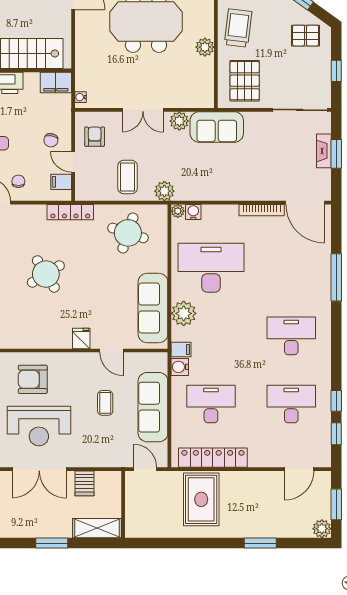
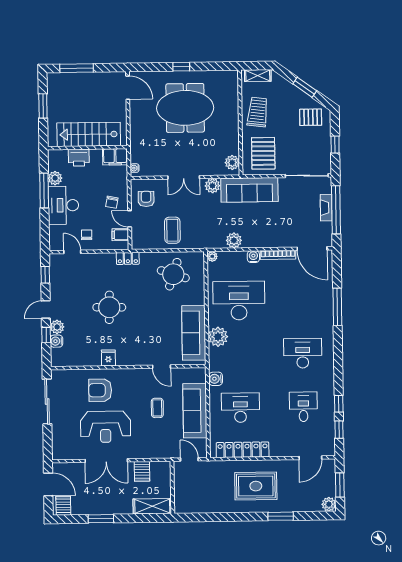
plant: (205, 47) -> (232, 163), moved
sofa: (217, 127) -> (249, 190), width x1.36
window: (336, 154) -> (336, 210), width x2.11
plant: (164, 191) -> (234, 240), moved
locker: (70, 212) -> (128, 258), width x0.66
water cooler: (193, 212) -> (253, 257), moved
round table: (46, 274) -> (109, 307), turned 33
fridge: (81, 338) -> (108, 358), moved
filing cabinet: (181, 349) -> (216, 365), removed
desk: (291, 404) -> (303, 407), width x0.73
rug: (201, 499) -> (256, 486), moved, turned 90
window: (52, 543) -> (101, 519), moved

